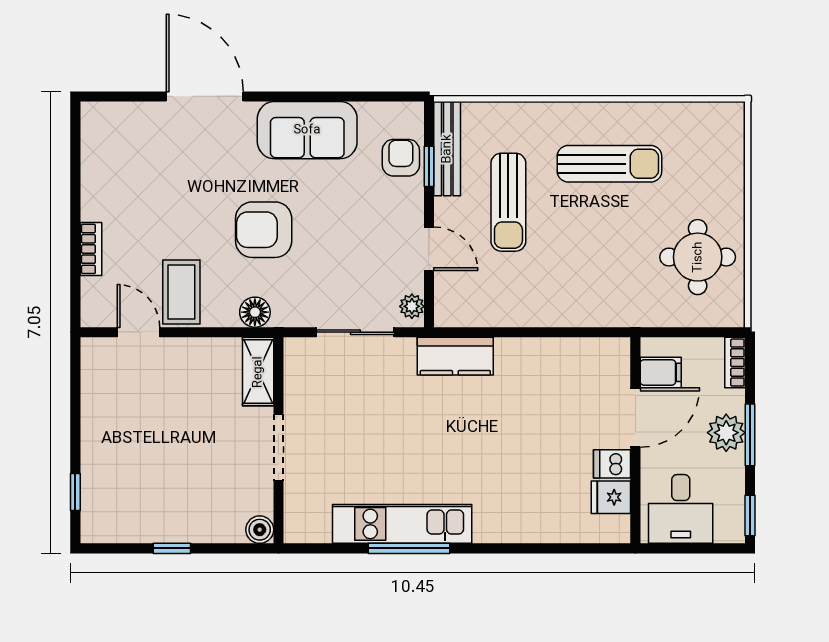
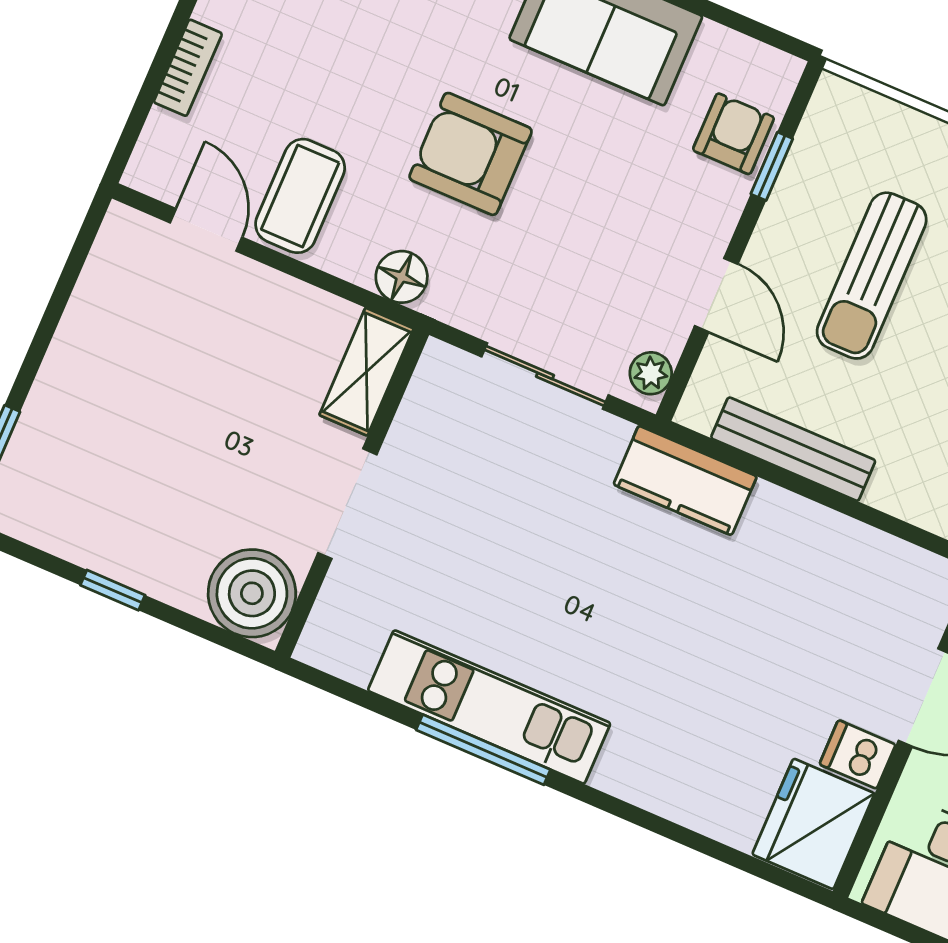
bench: (447, 149) -> (793, 449), moved, turned 90
fridge: (611, 497) -> (813, 824), width x1.88, depth x1.34
boiler: (260, 530) -> (252, 593), width x1.86, depth x1.86

